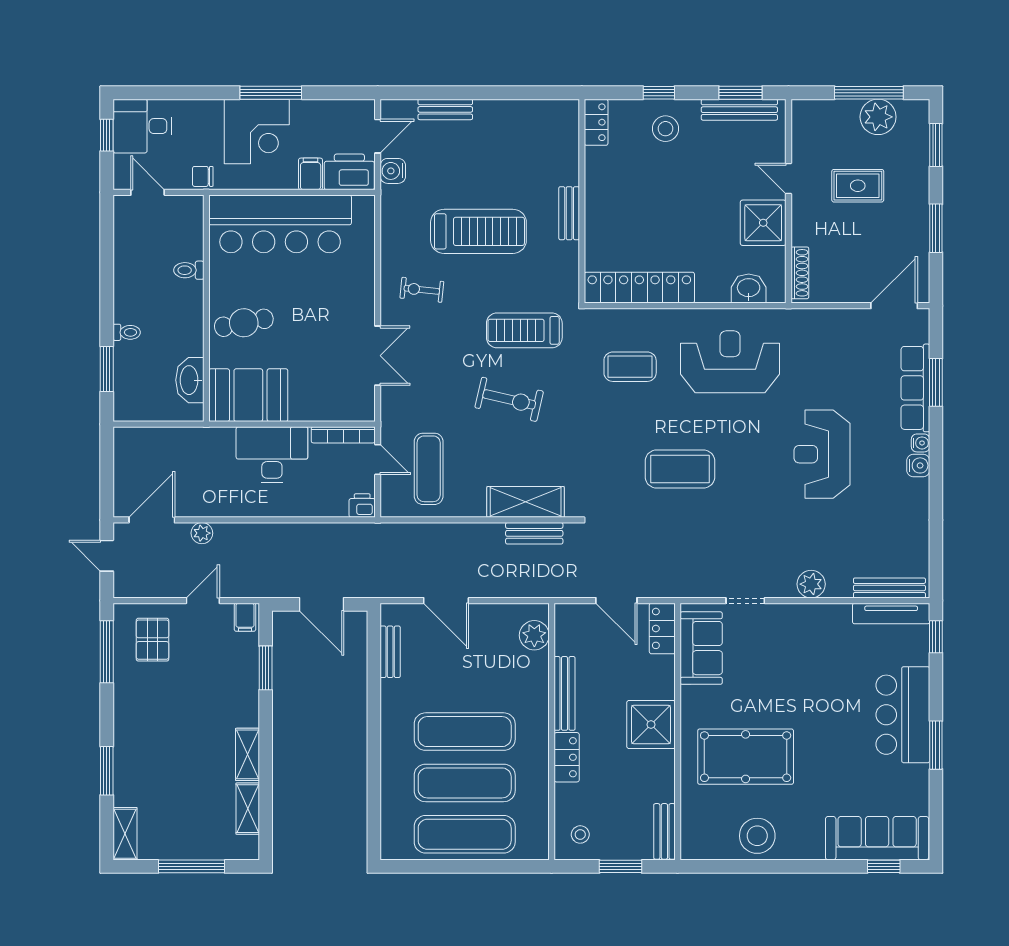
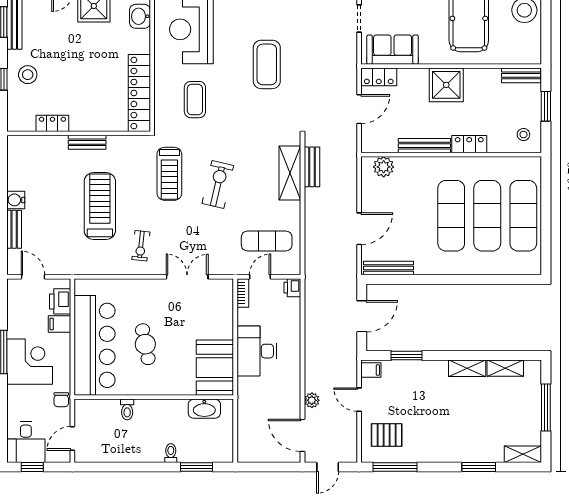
locker: (596, 122) -> (52, 123), moved
water cooler: (393, 171) -> (16, 200), moved, turned 90
printer: (349, 172) -> (60, 301), width x0.73, depth x0.84
cafe table: (244, 323) -> (145, 344), moved
bookcase: (343, 435) -> (243, 293), width x0.64
bench: (390, 652) -> (388, 268), width x1.36

